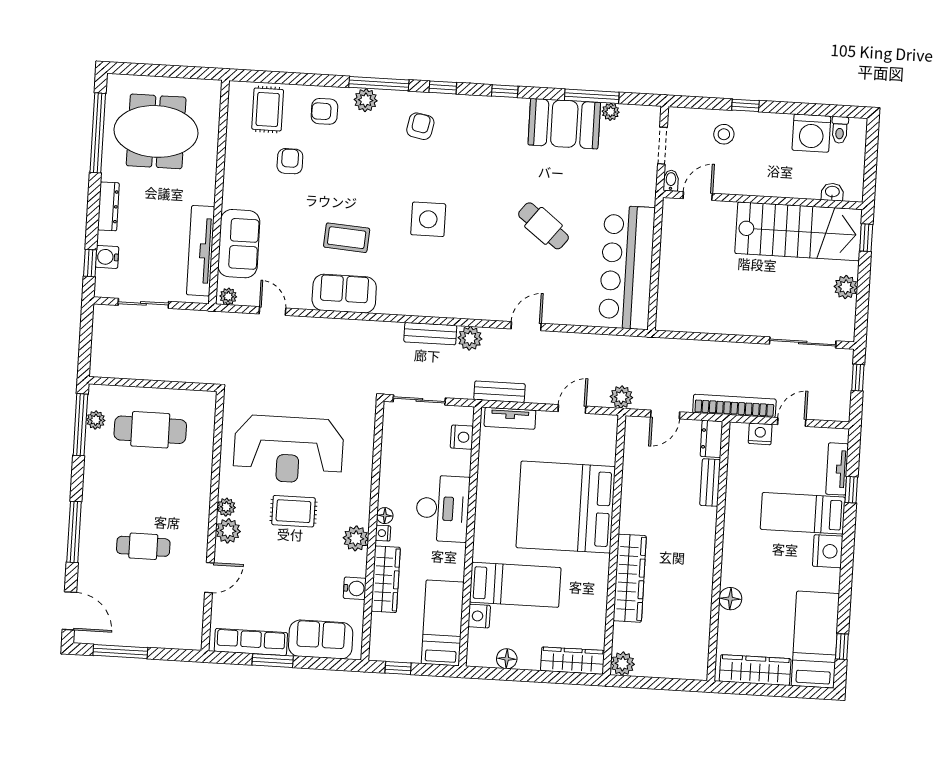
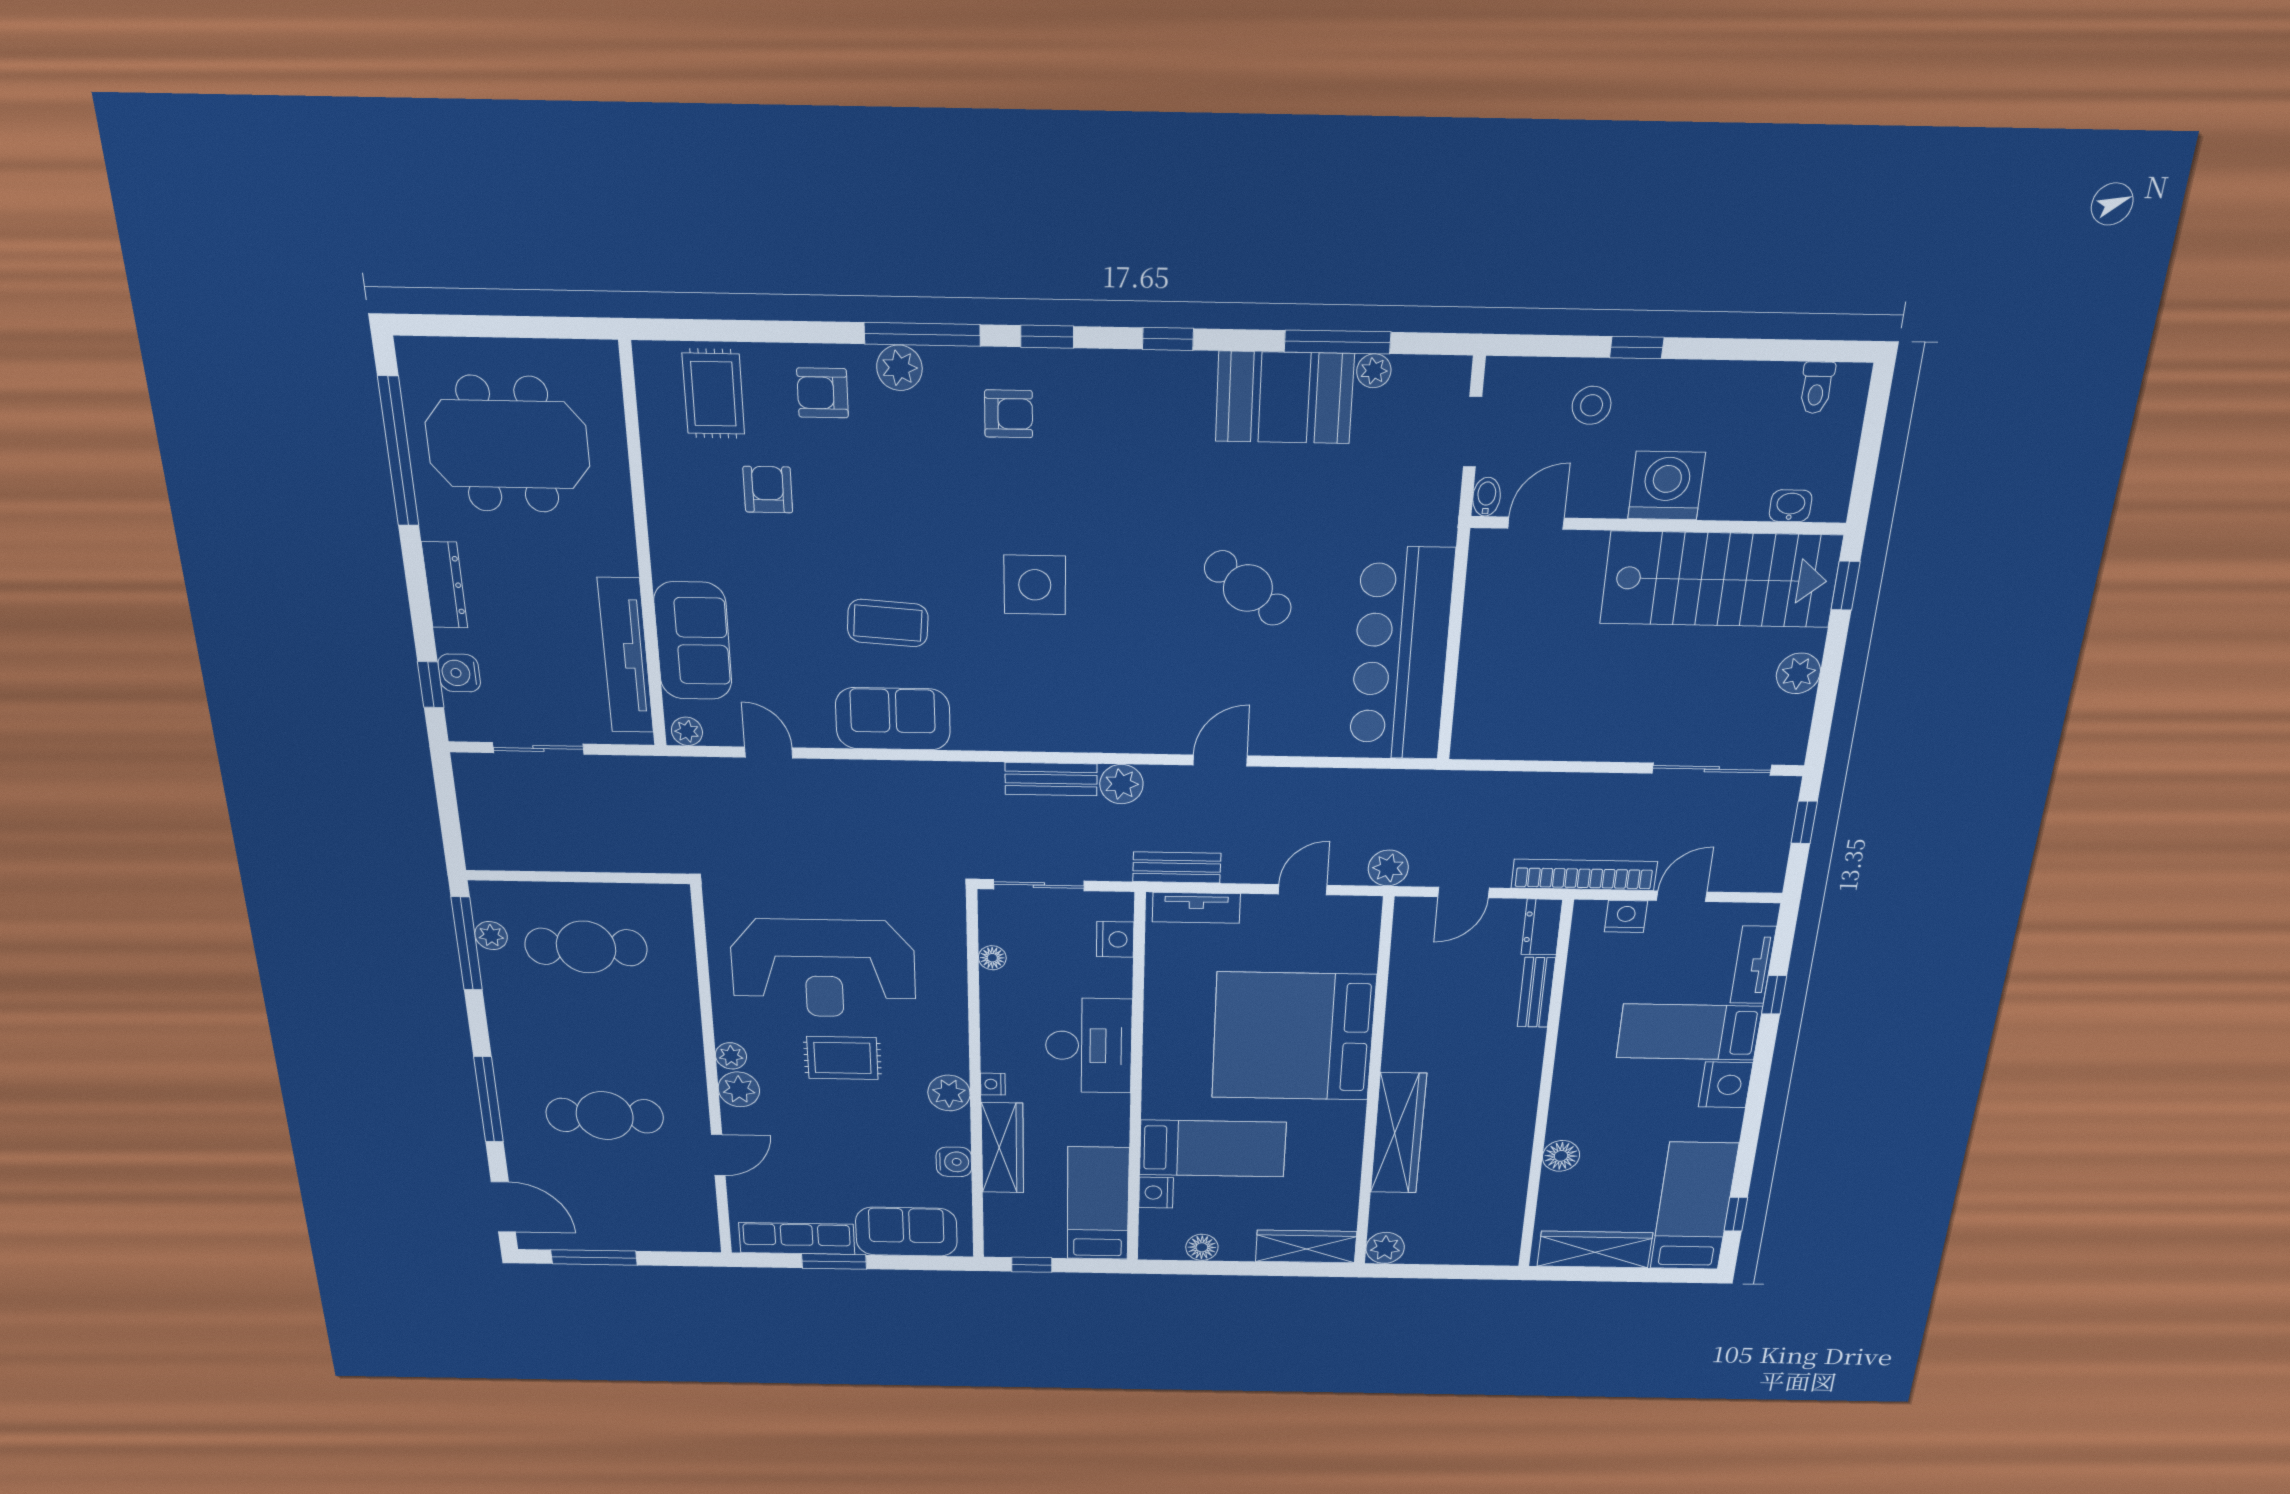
armchair: (420, 126) -> (1009, 414), turned 79
washing machine: (811, 133) -> (1666, 486), moved, turned 180
floor lamp: (385, 516) -> (992, 958), moved
cafe table: (143, 546) -> (605, 1116), width x1.37, depth x1.35

